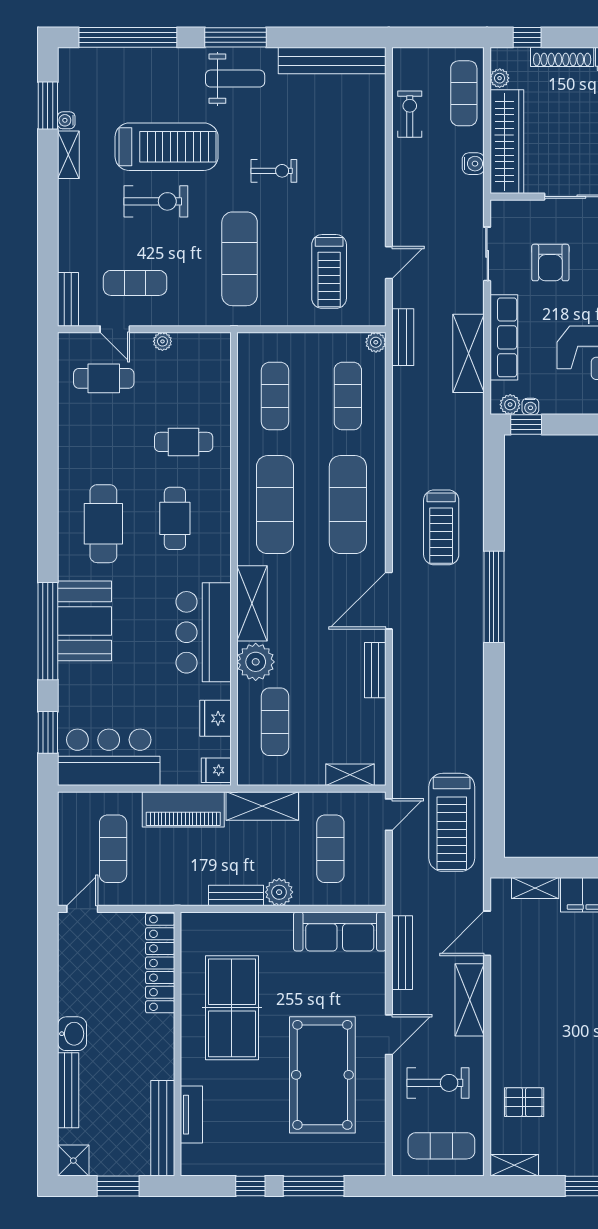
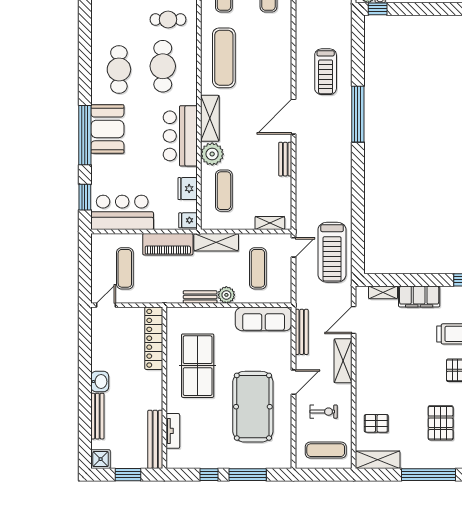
exercise mat: (348, 505) -> (268, 58), removed
cafe table: (175, 518) -> (163, 66), width x1.37, depth x1.35
exercise bike: (438, 1083) -> (324, 412), width x0.73, depth x0.72
shelving: (514, 1165) -> (378, 460), width x1.50, depth x1.33

